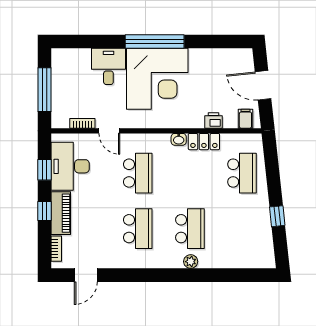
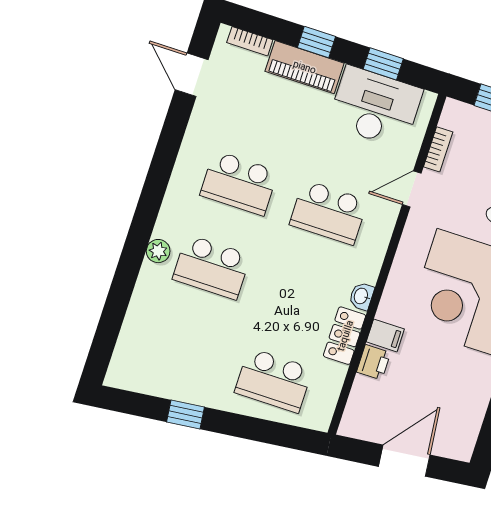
filing cabinet: (245, 119) -> (385, 335), moved

